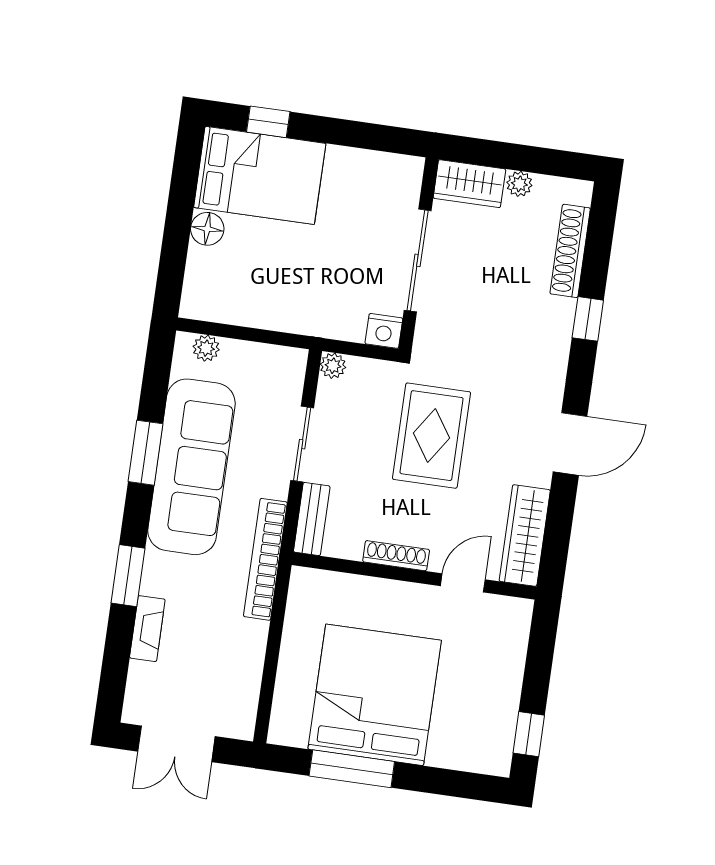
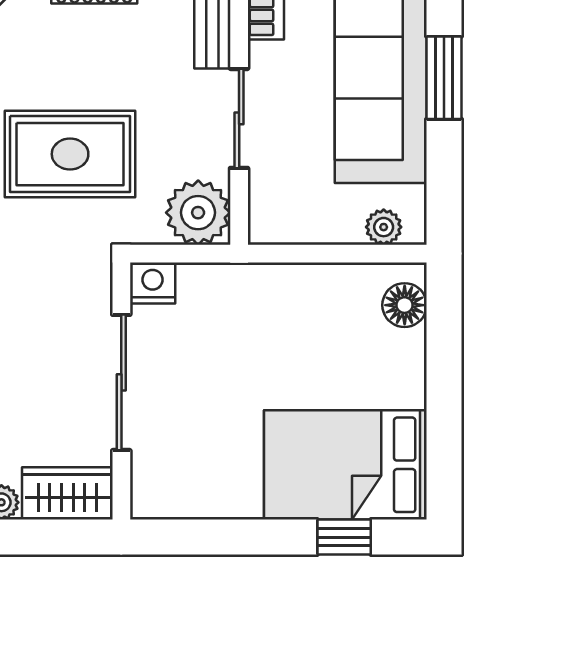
floor lamp: (207, 229) -> (405, 305), moved
plant: (333, 366) -> (198, 213), width x1.87, depth x1.87
rug: (432, 436) -> (70, 154), turned 90

